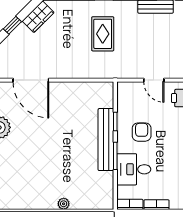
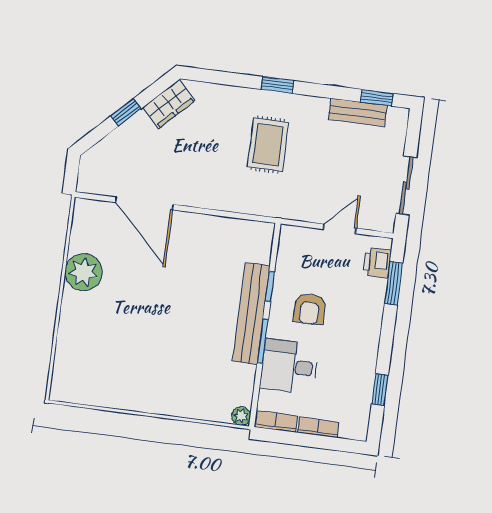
door: (154, 80) -> (340, 229), swing flipped
armchair: (142, 132) -> (310, 309), turned 180
plant: (64, 204) -> (241, 416), moved

